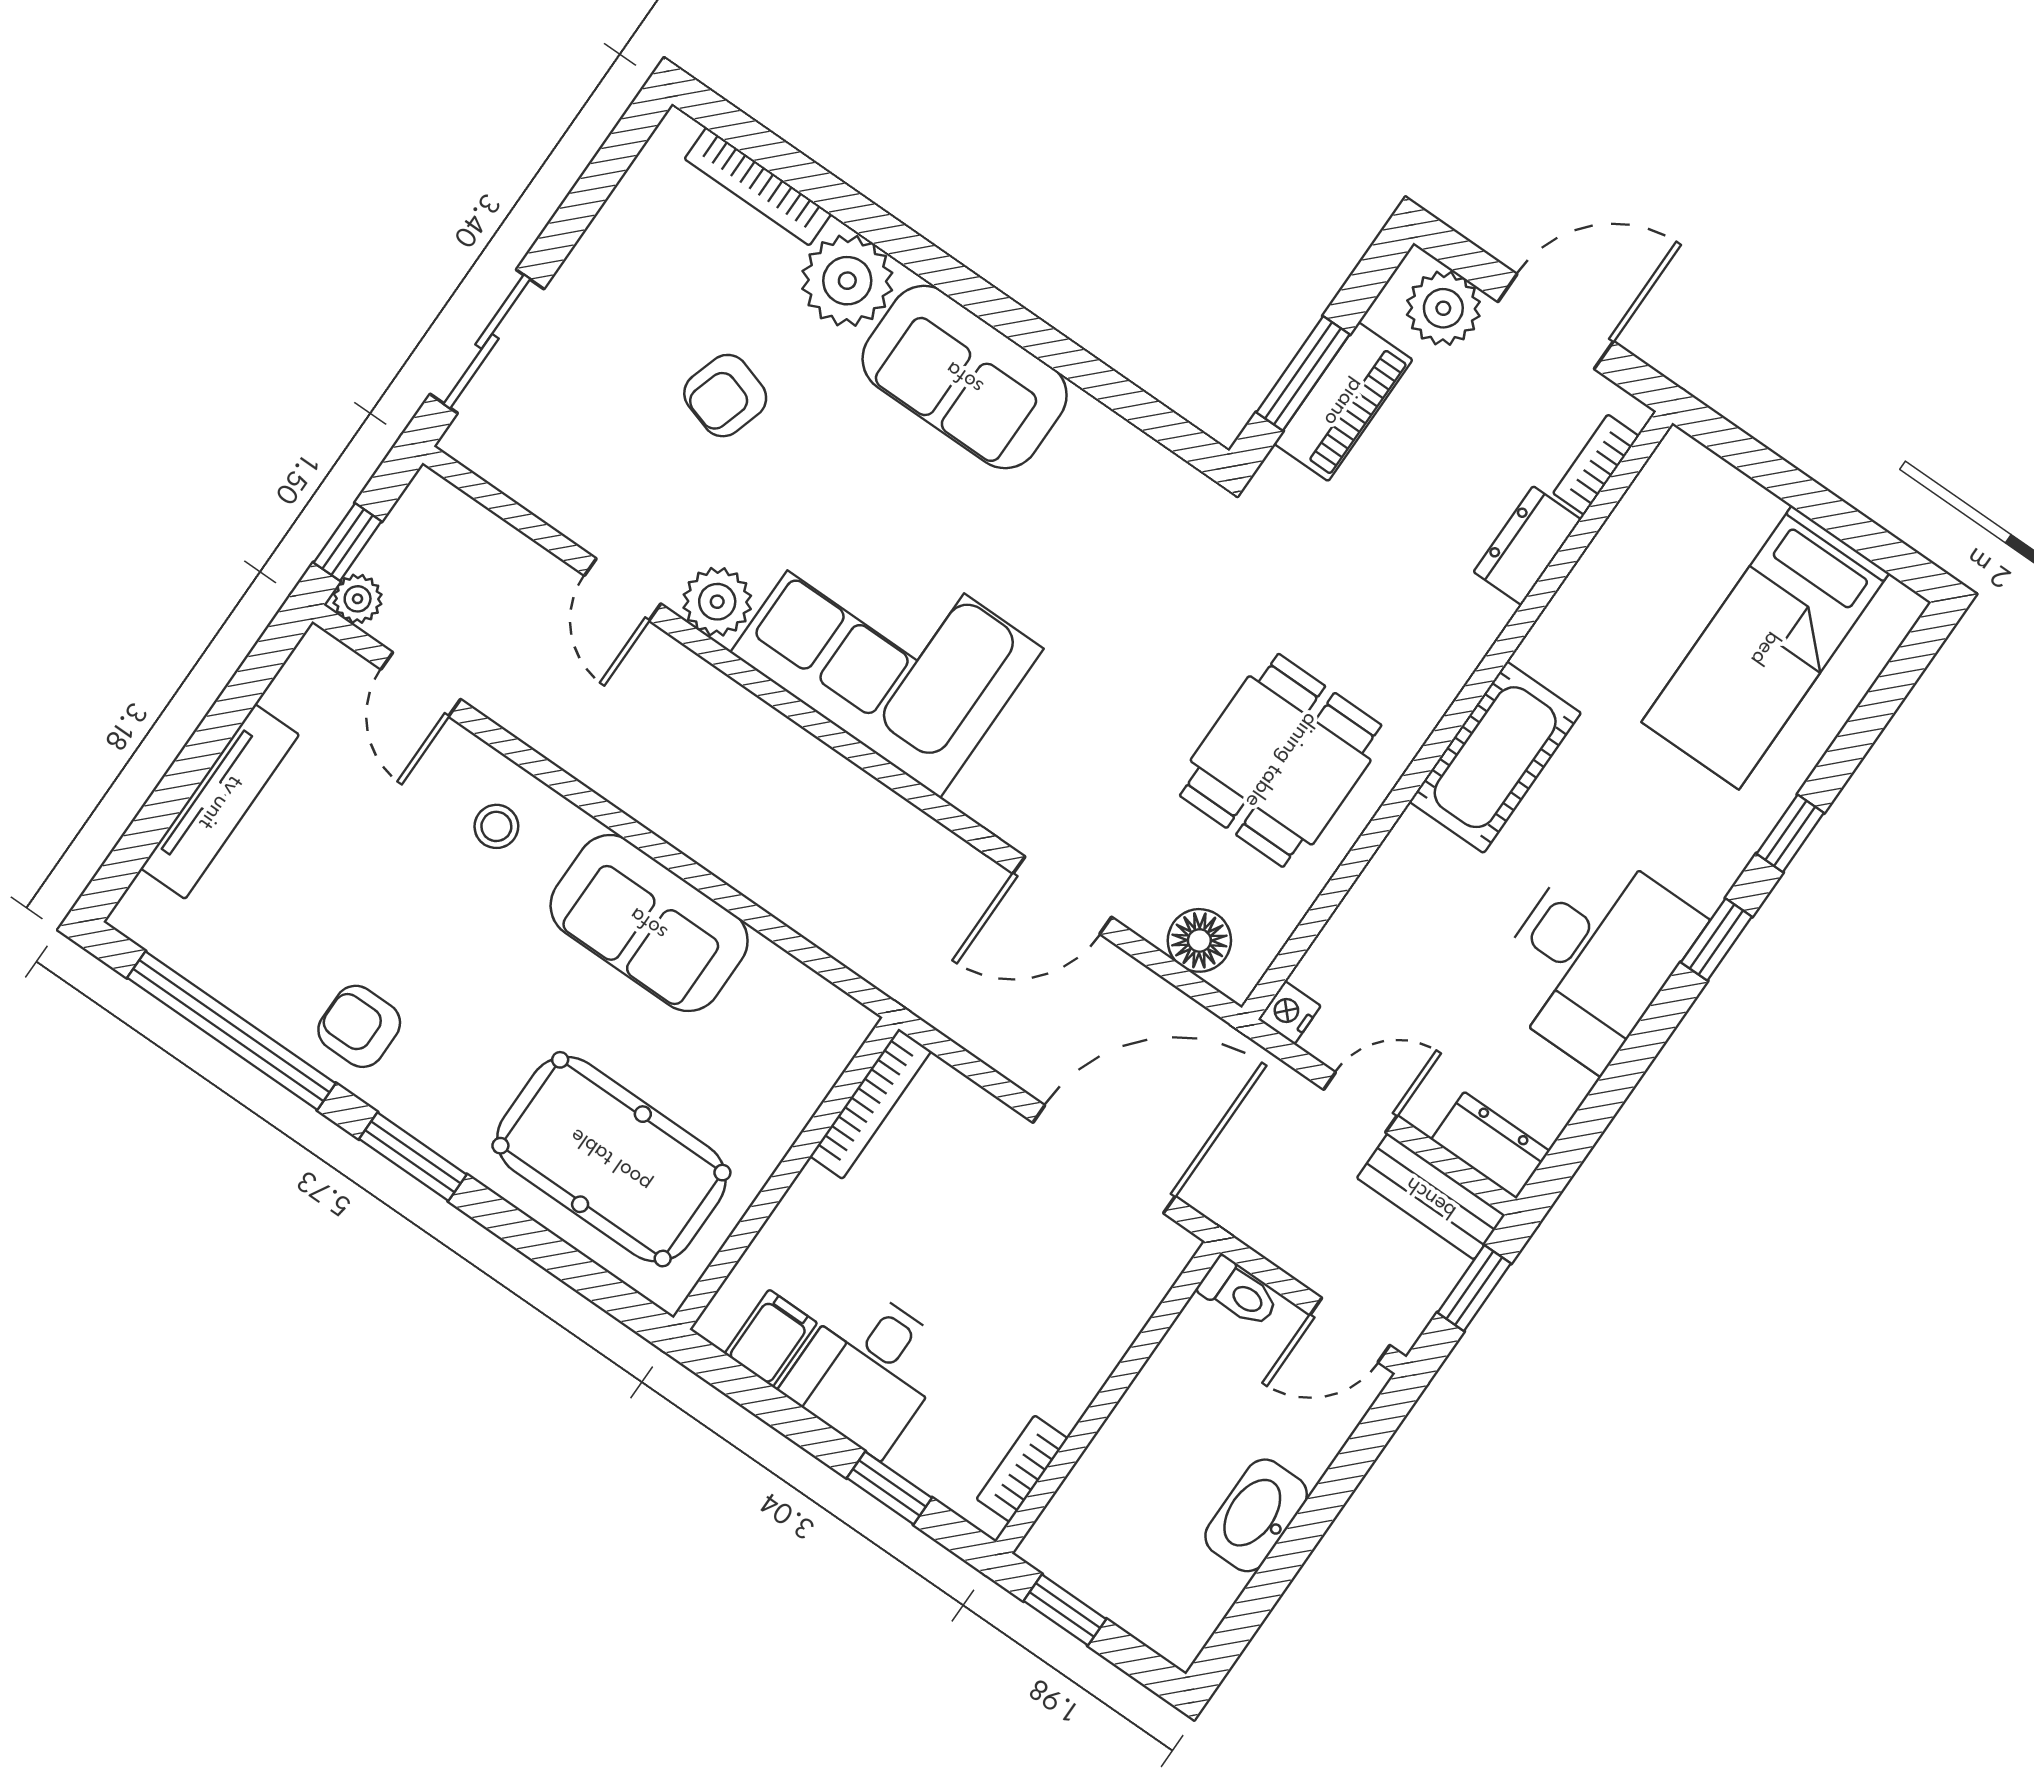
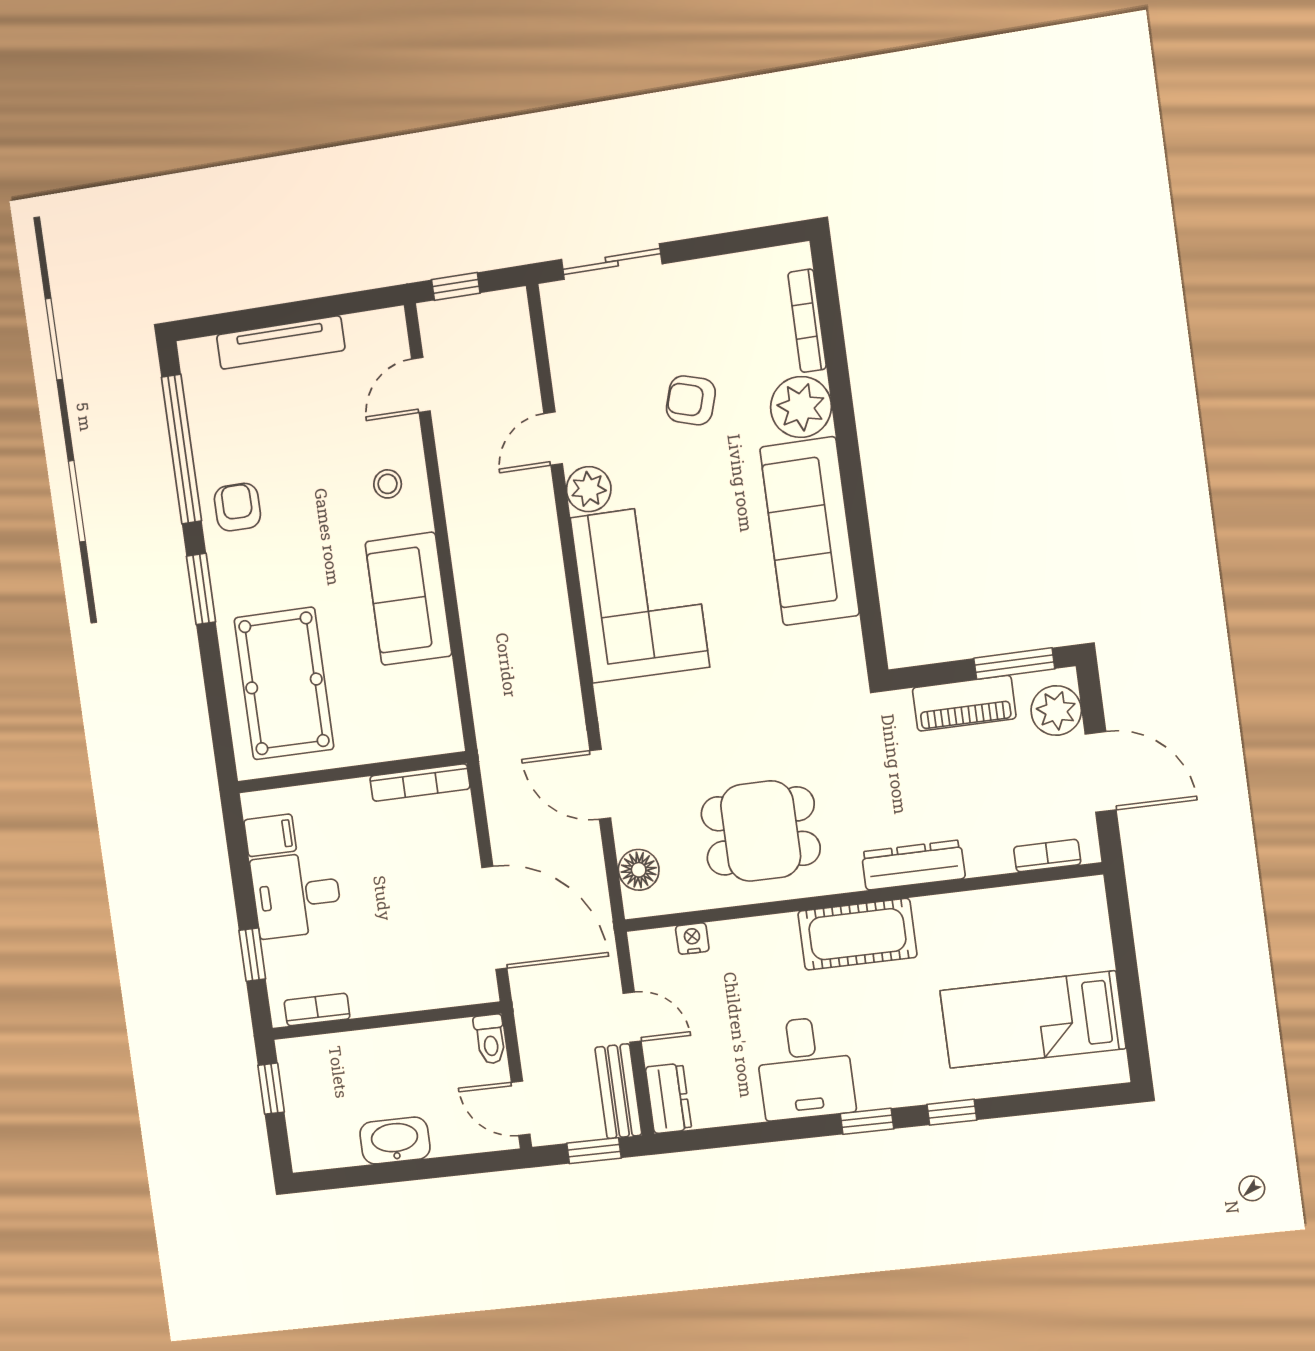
window: (1303, 373) -> (1014, 664), moved
sofa: (965, 377) -> (809, 531), width x1.36
dresser: (1527, 546) -> (913, 865), moved, width x1.44
plant: (358, 599) -> (434, 317), removed
desk: (1594, 956) -> (805, 1068), width x0.73
nightstand: (1289, 1013) -> (692, 939), moved

